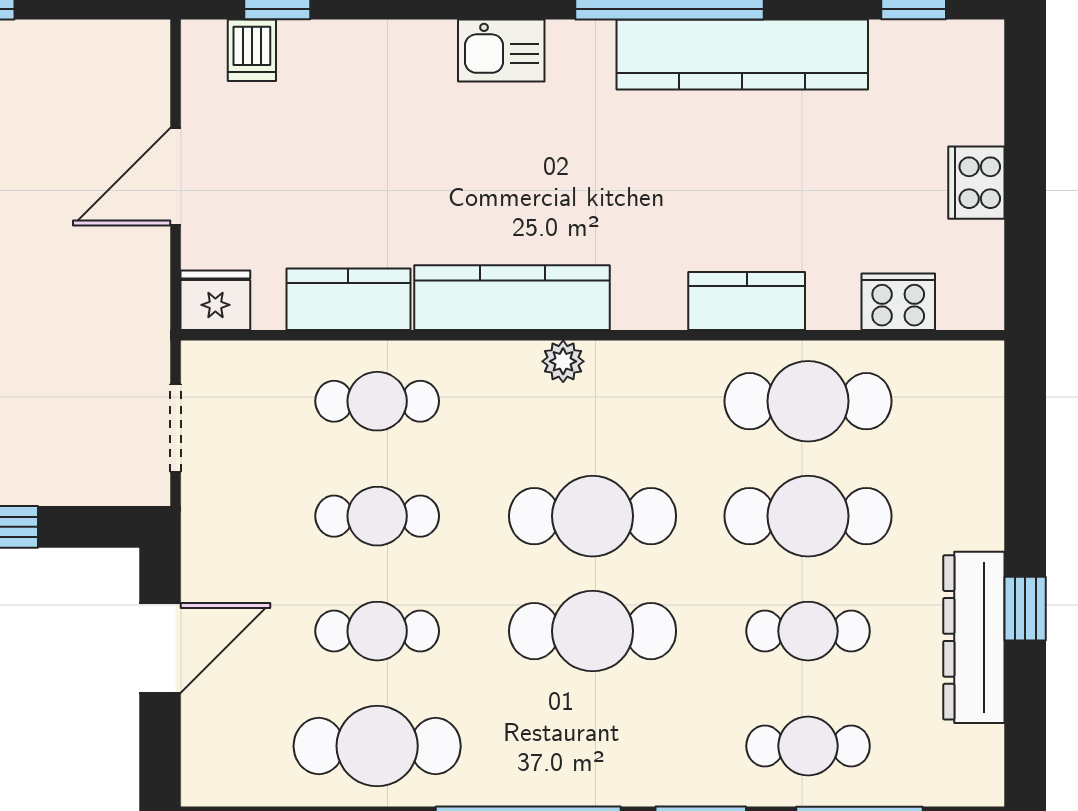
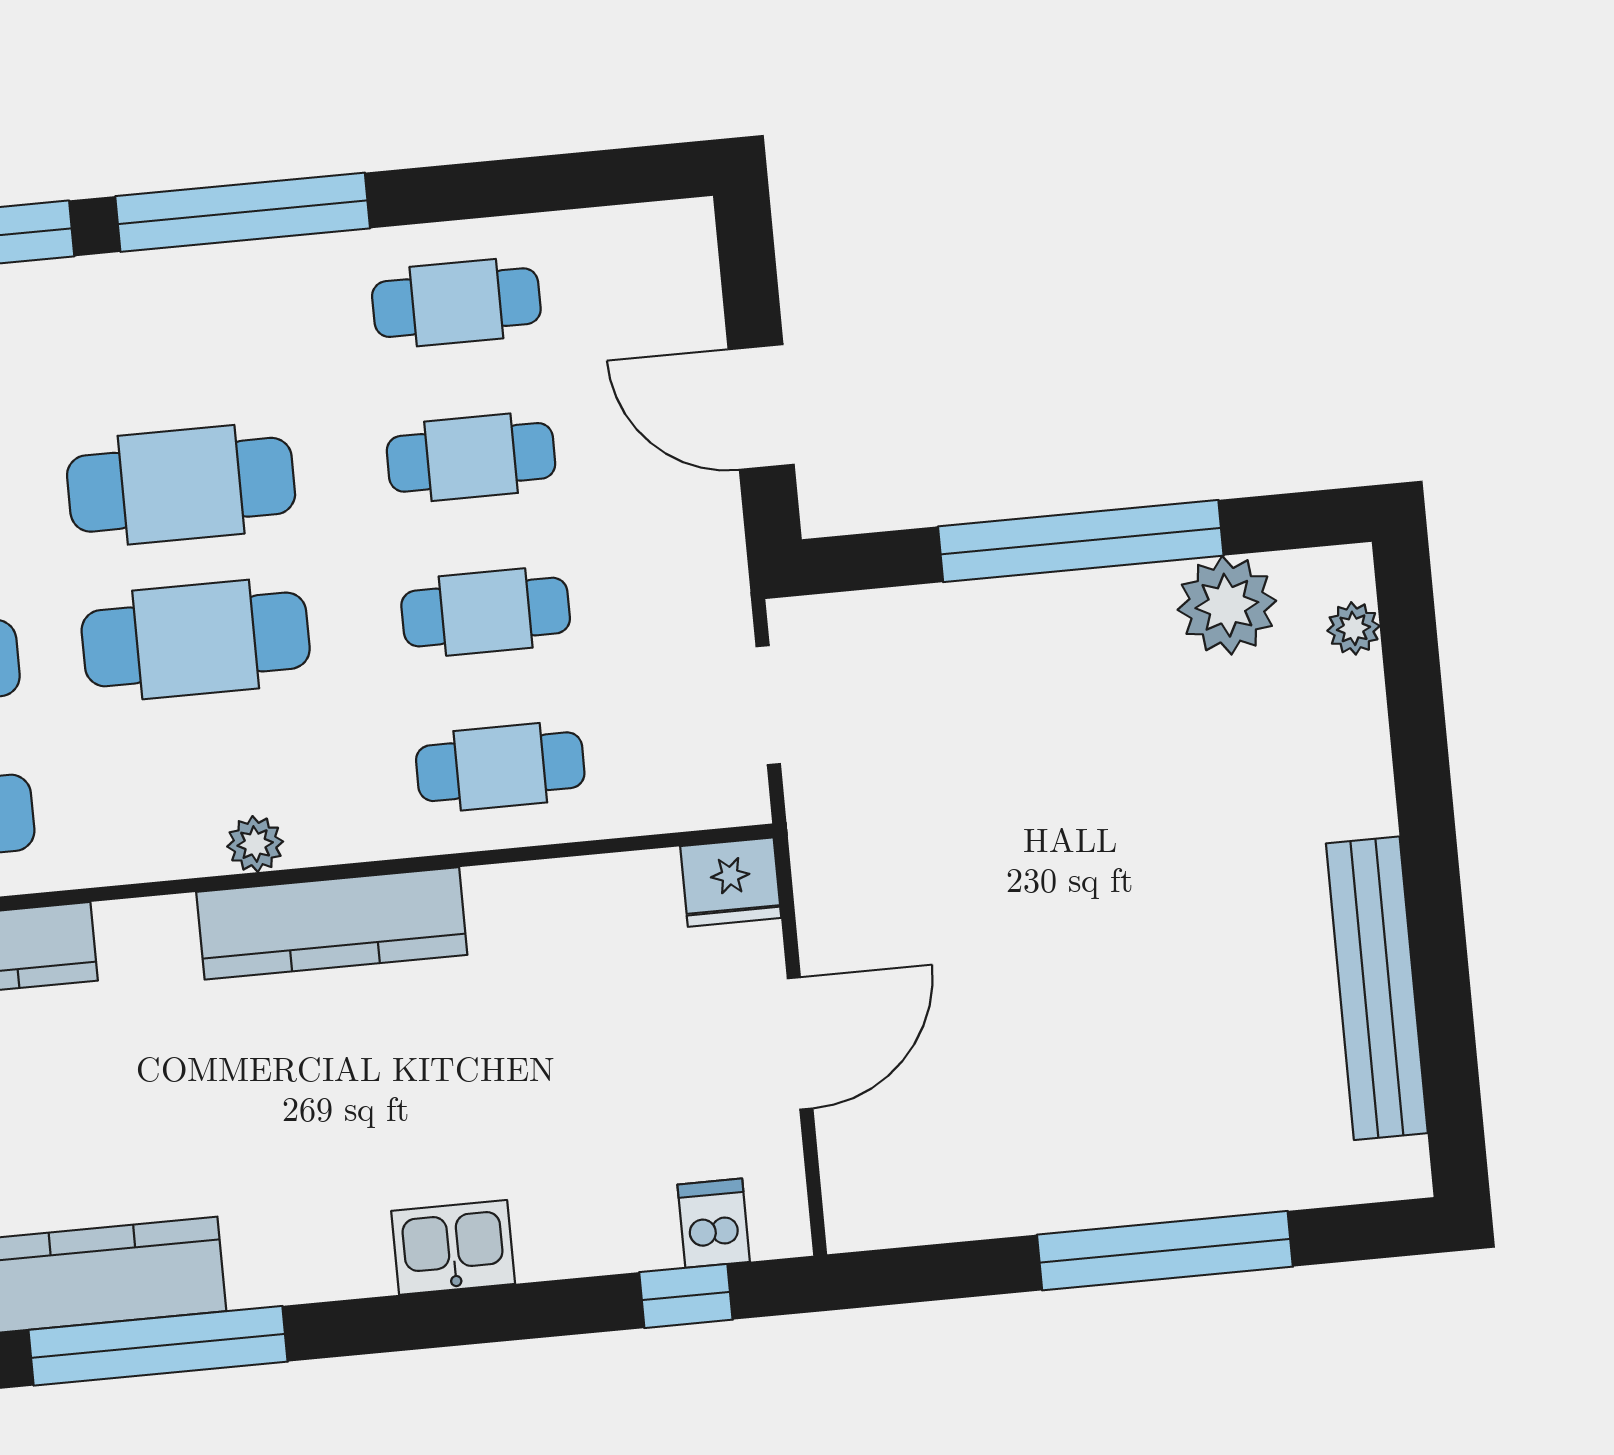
kitchen sink: (501, 50) -> (453, 1247), moved
kitchen counter: (348, 299) -> (552, 900), removed
door: (160, 648) -> (761, 407), hinge flipped
cafe table: (377, 746) -> (456, 303), width x0.73, depth x0.74

